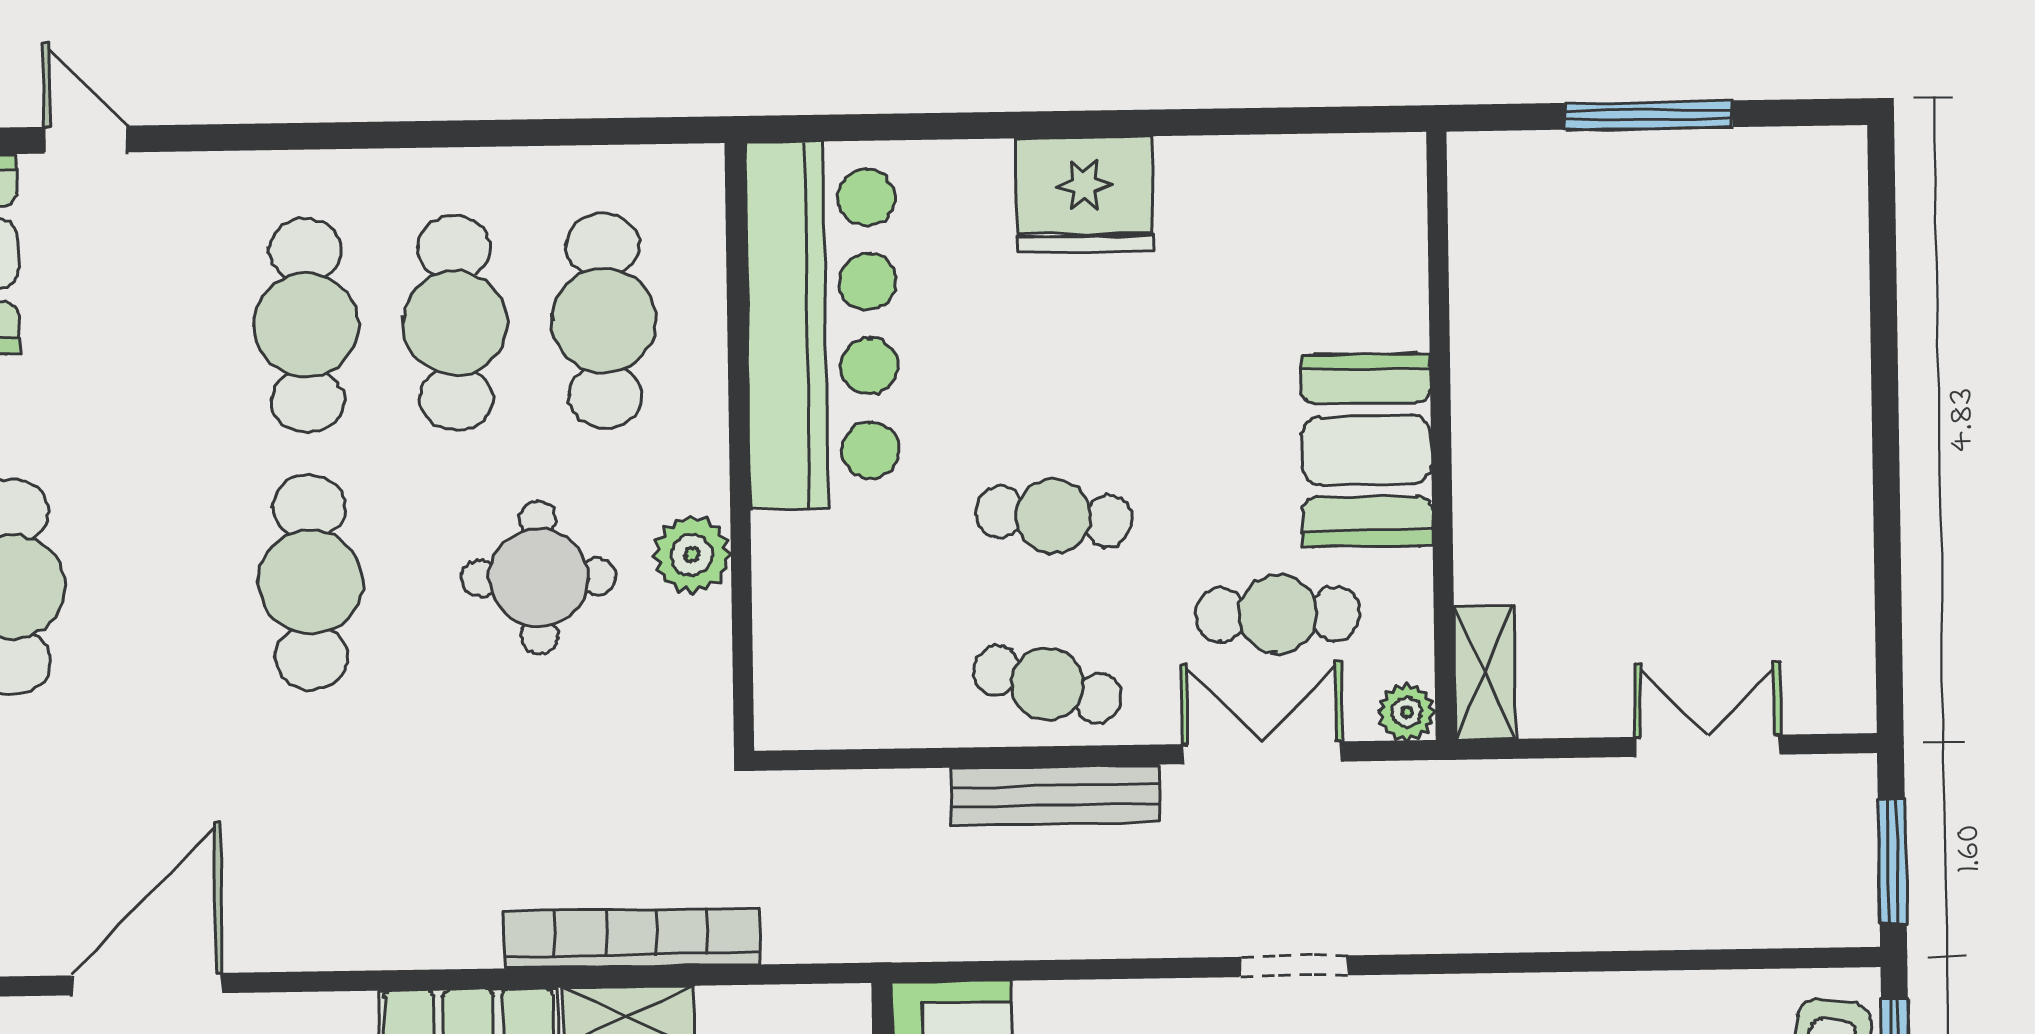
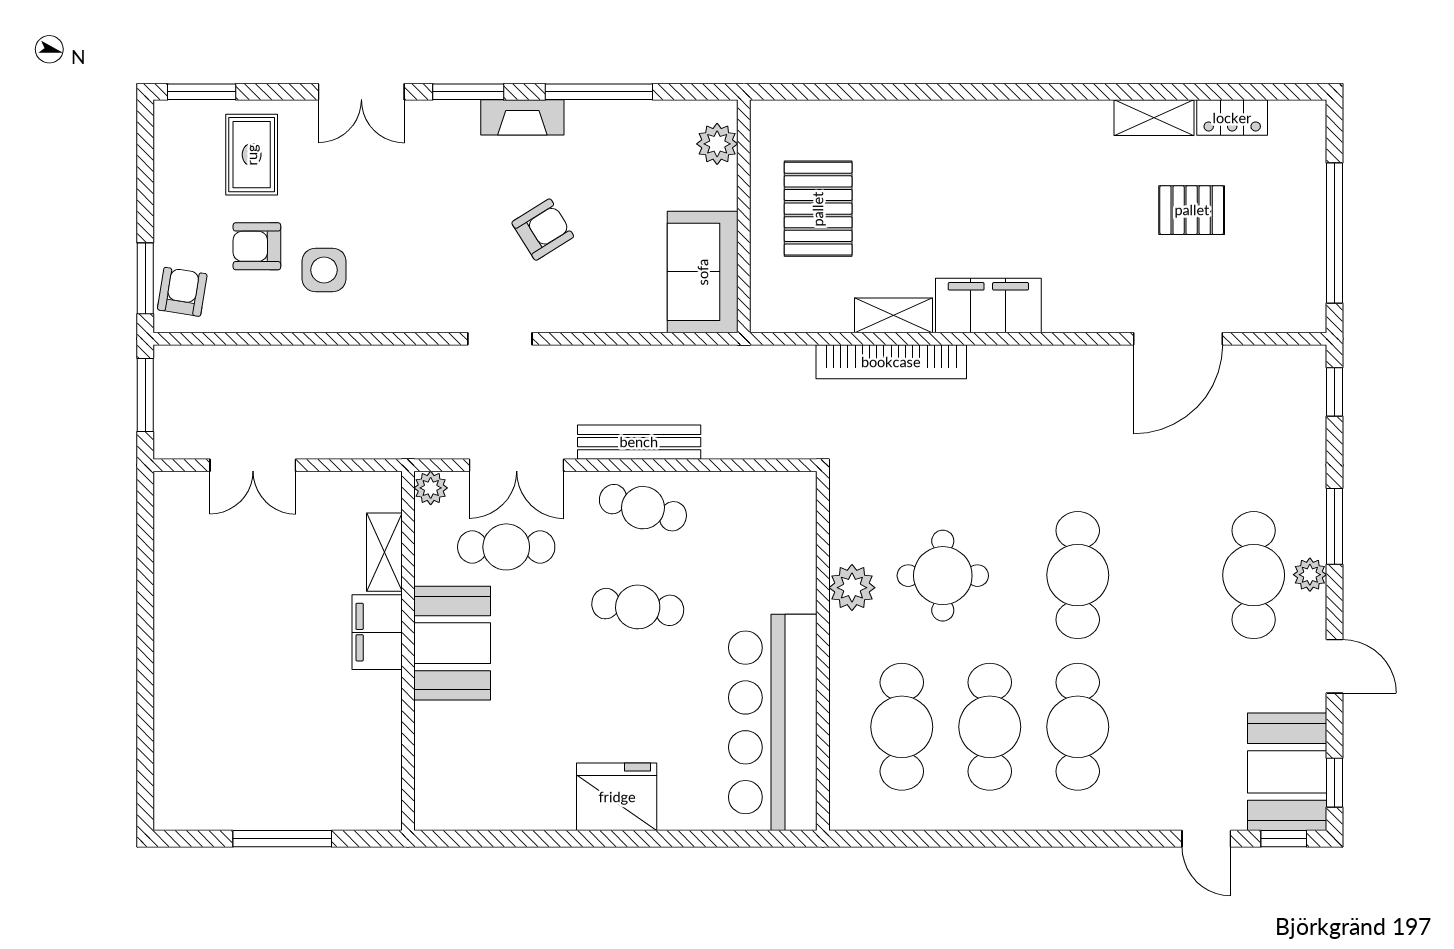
filing cabinet: (1494, 467) -> (377, 632), added
shelving: (1485, 673) -> (384, 552), moved

